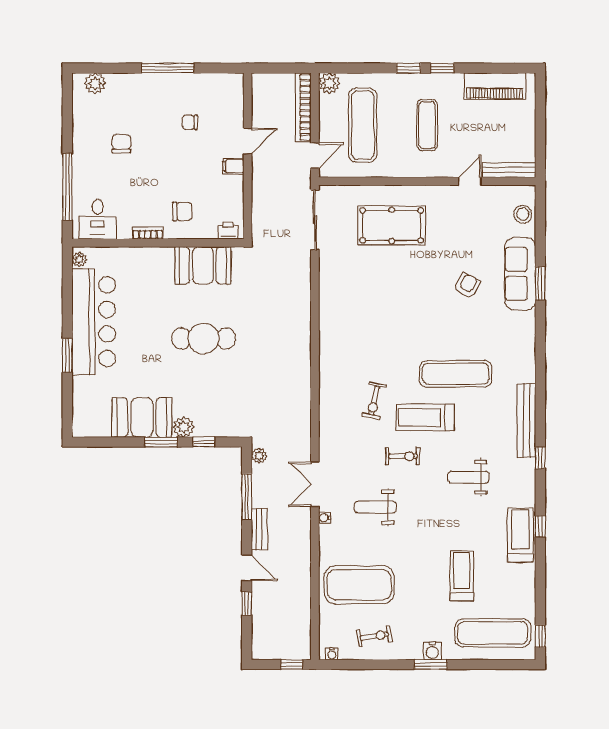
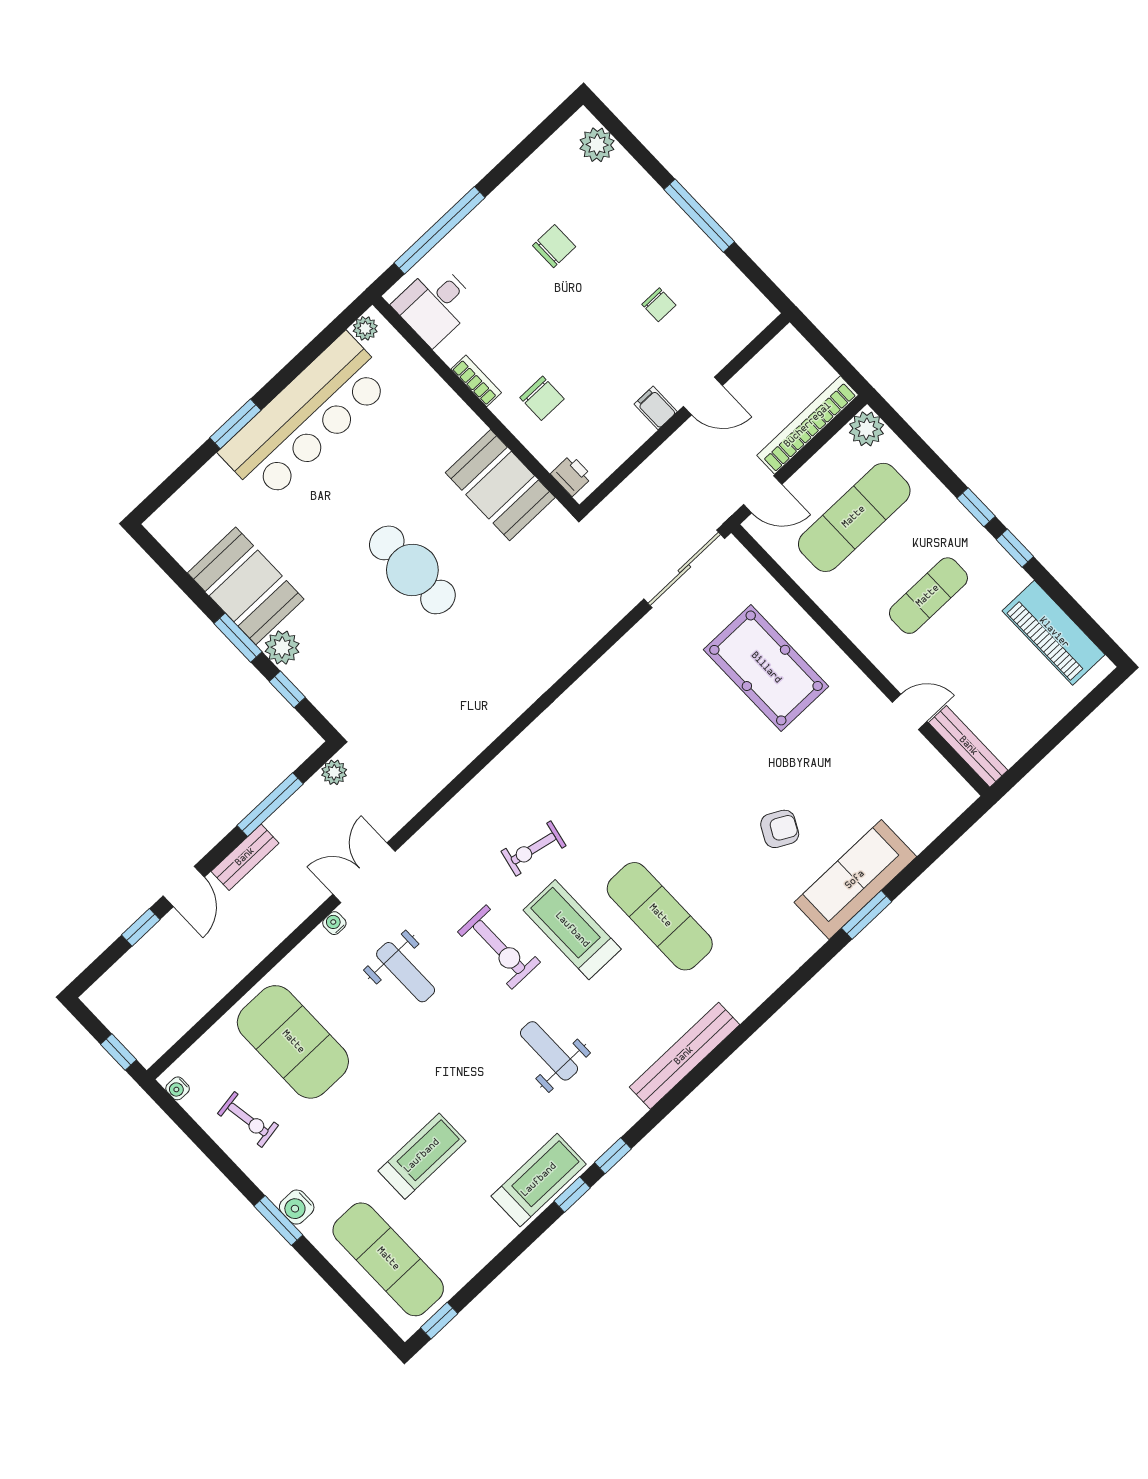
chair: (190, 122) -> (659, 305), turned 180
stool: (523, 214) -> (930, 814), removed
exercise bike: (403, 456) -> (499, 947), width x1.38, depth x1.39
window: (540, 458) -> (613, 1156), moved
weight bench: (375, 507) -> (406, 972), turned 180

